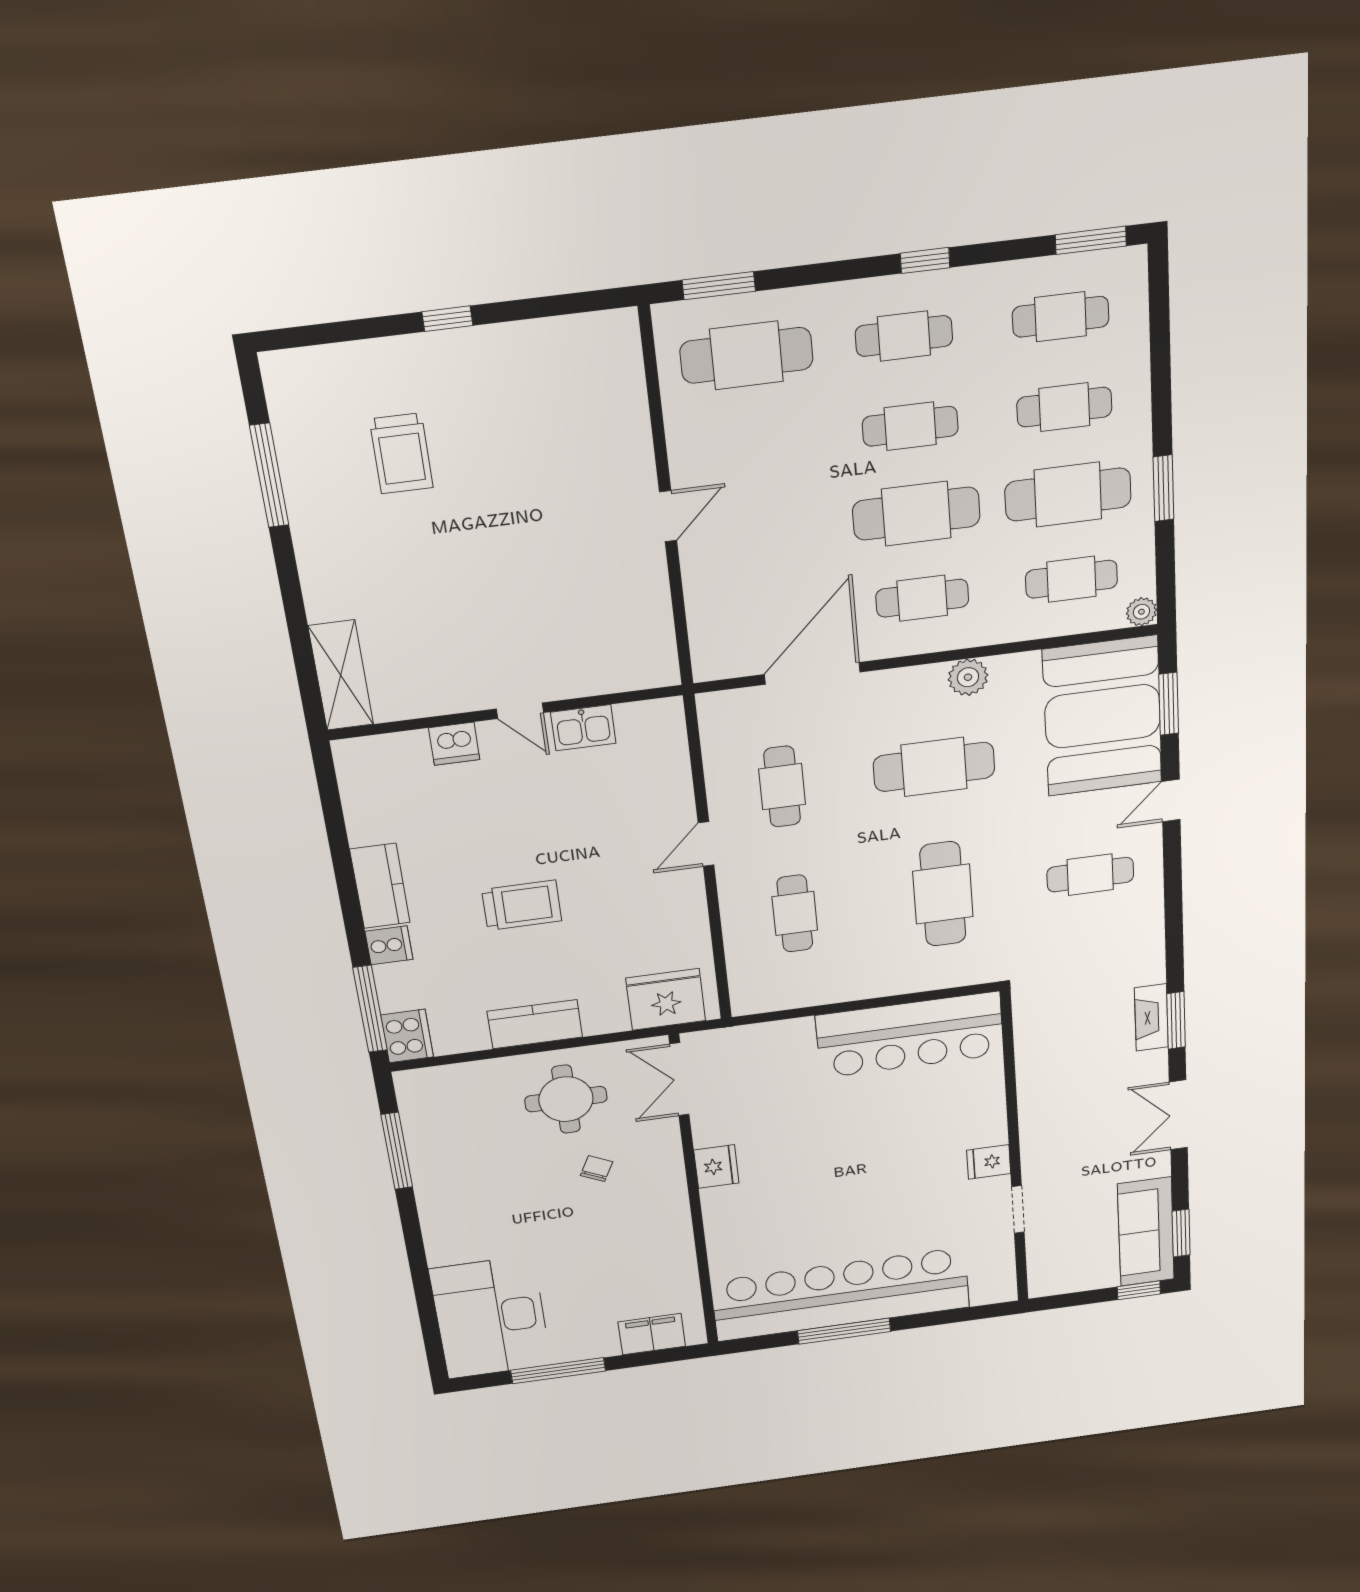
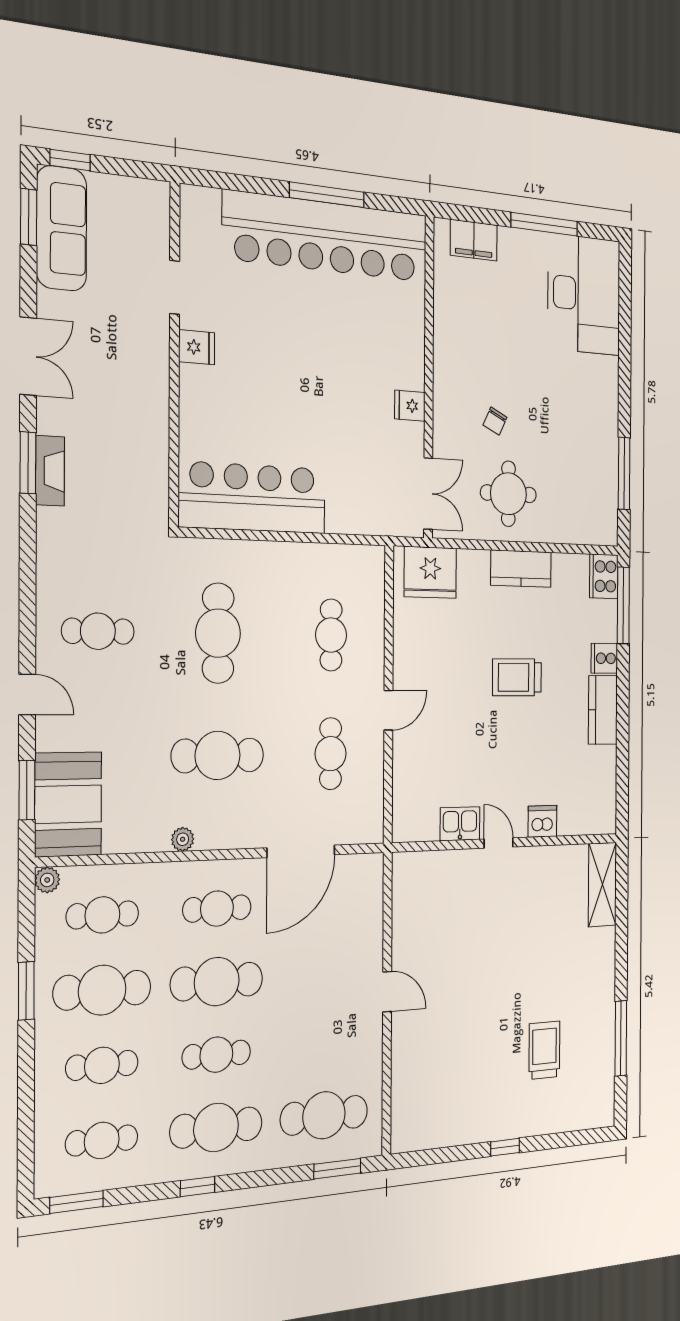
cafe table: (904, 336) -> (216, 1127), width x1.37, depth x1.35
door: (668, 516) -> (387, 992), swing flipped
plant: (968, 677) -> (183, 839), width x0.73, depth x0.73
booth: (1102, 716) -> (68, 804), width x0.73, depth x0.70
door: (1171, 801) -> (27, 694), hinge flipped
fridge: (716, 1167) -> (410, 406), width x0.72

